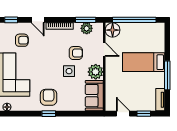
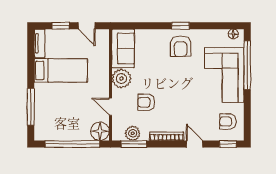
armchair: (22, 40) -> (228, 122), moved
bed: (144, 62) -> (61, 70), moved
side table: (69, 71) -> (155, 79), removed
window: (167, 75) -> (31, 107), moved

